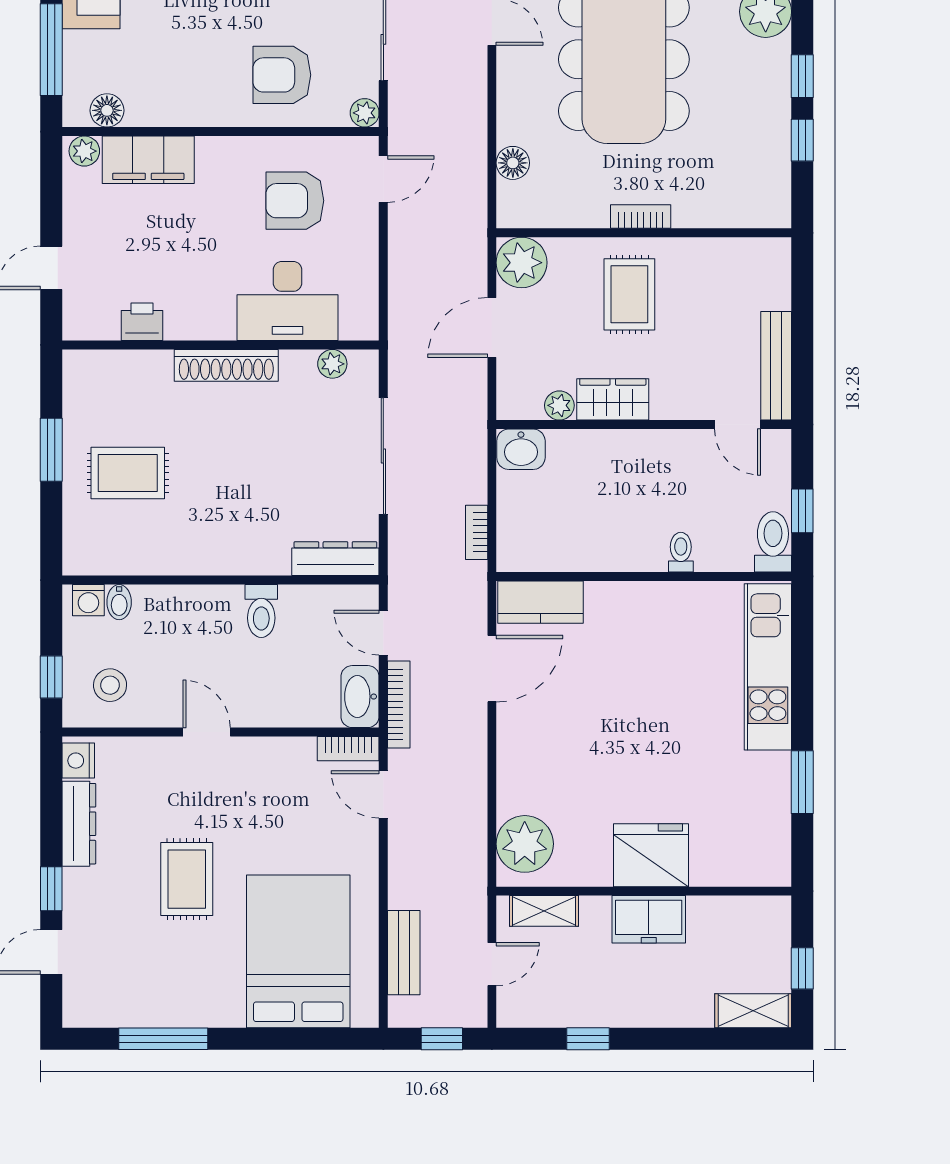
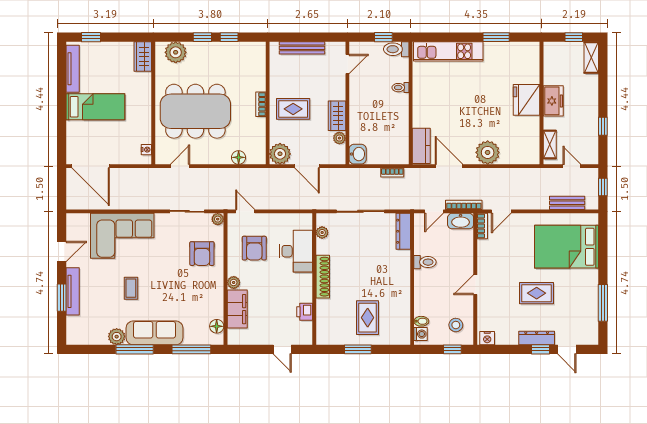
plant: (84, 151) -> (234, 282), moved
bench: (776, 366) -> (302, 48), moved
dresser: (79, 824) -> (537, 338), moved
plant: (525, 844) -> (488, 152), moved

